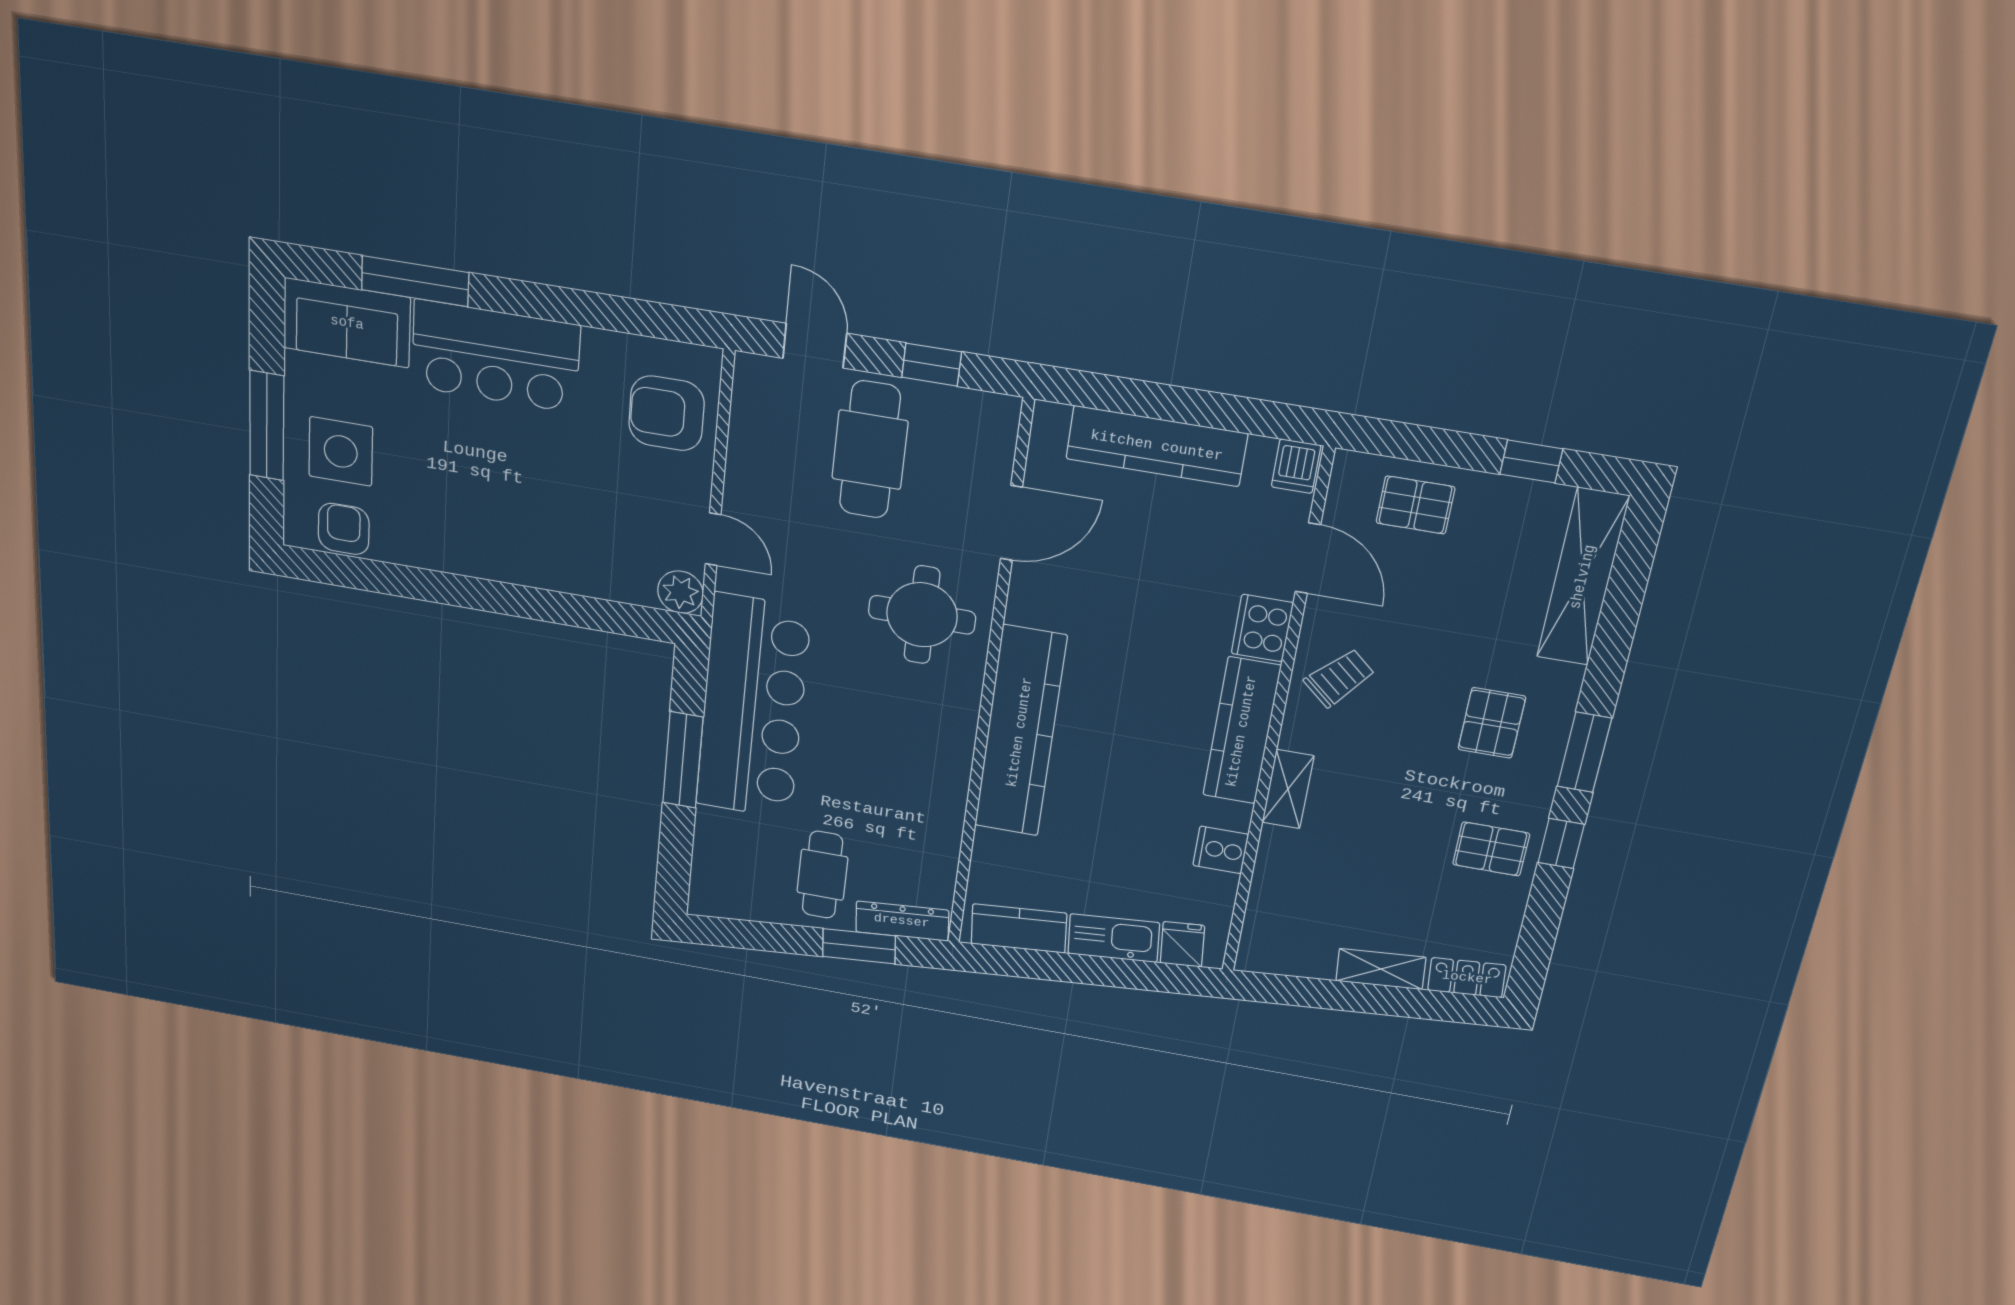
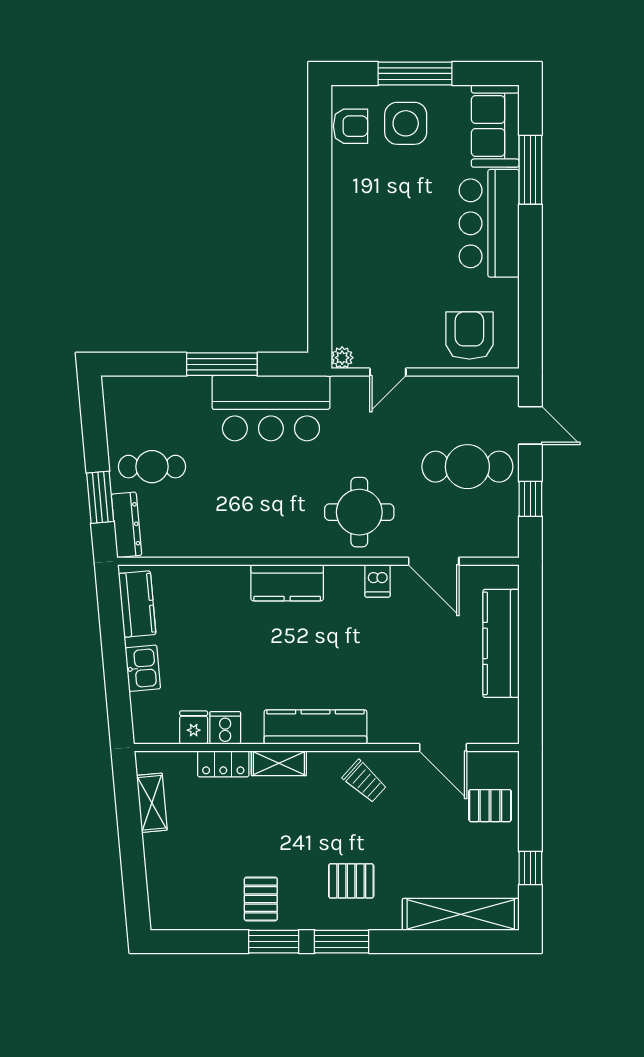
door: (815, 346) -> (530, 425), hinge flipped
dishwasher: (1296, 466) -> (377, 581), moved, turned -90
pallet: (1415, 505) -> (490, 806), turned 90
door: (1308, 558) -> (443, 747), hinge flipped
plant: (680, 592) -> (342, 358), width x0.73, depth x0.73
cooker: (1262, 628) -> (390, 728), removed
bar counter: (753, 707) -> (271, 408), width x0.73
kitchen counter: (1020, 732) -> (287, 583), width x0.48, depth x0.86
window: (1561, 843) -> (274, 942), width x1.50
kitchen sink: (1114, 938) -> (143, 668), width x0.73
fridge: (1182, 944) -> (194, 727), moved, turned -85
shelving: (1381, 969) -> (152, 803), moved
locker: (1467, 978) -> (223, 764), moved, turned 95

